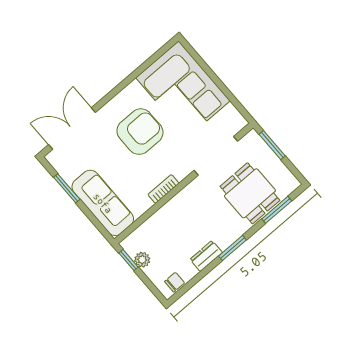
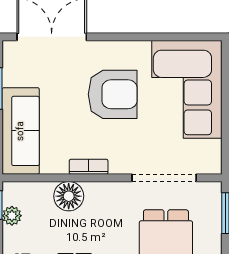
floor lamp: (167, 218) -> (69, 196), added

